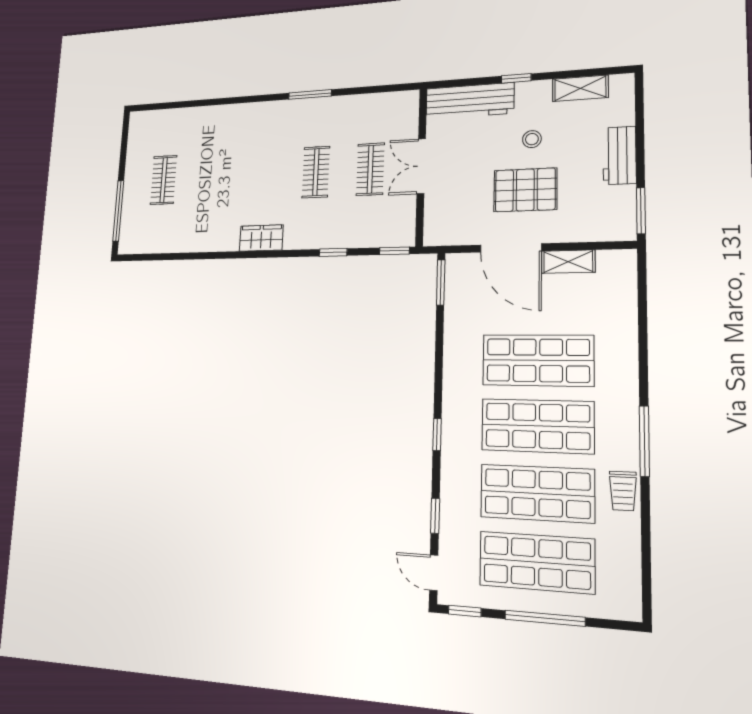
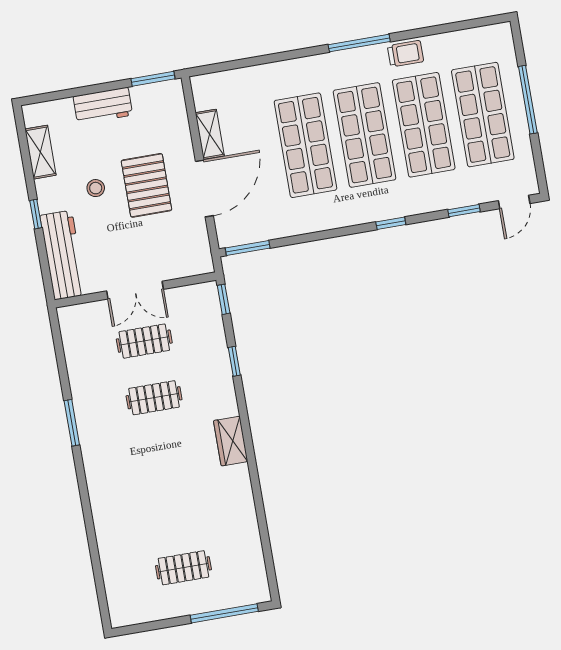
window: (465, 611) -> (540, 168), removed

